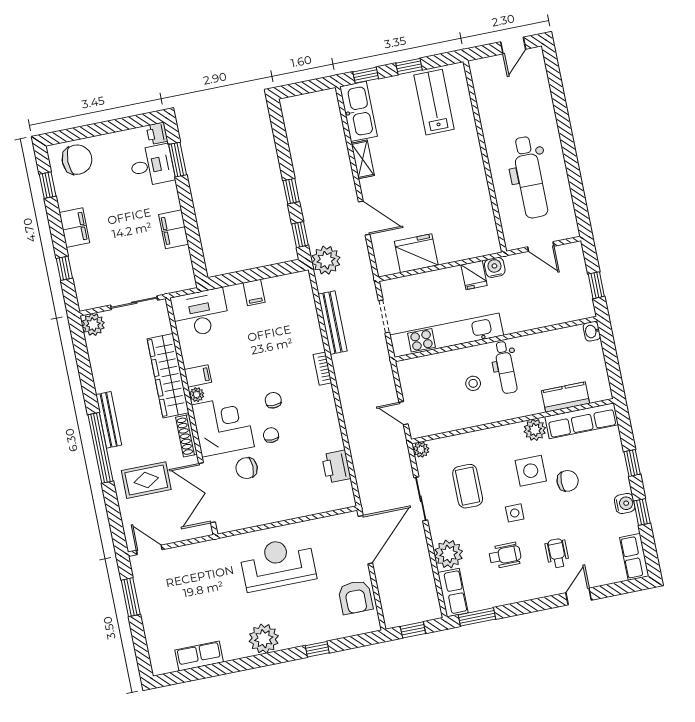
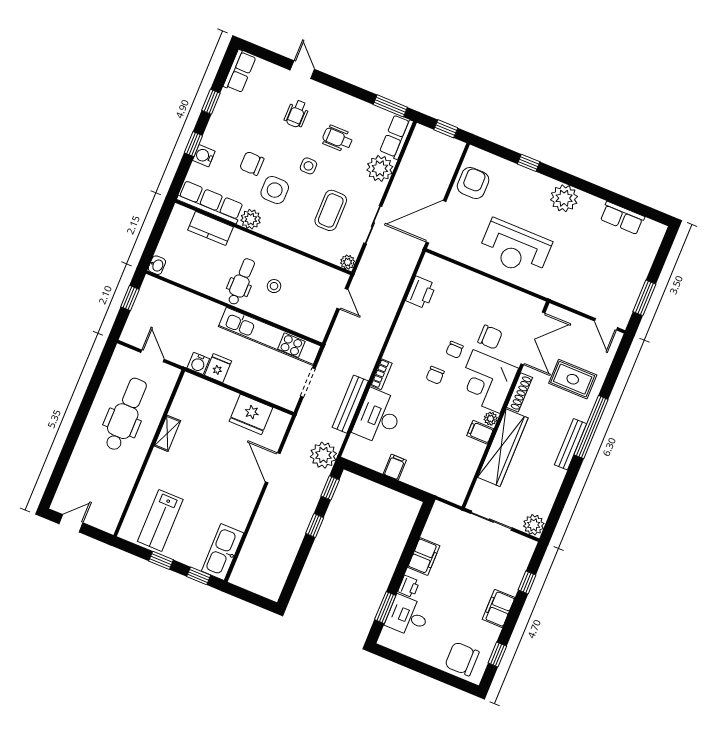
printer: (157, 133) -> (409, 586), moved
shelving: (363, 159) -> (167, 433), moved
desk: (200, 313) -> (378, 417), moved, turned 90
water cooler: (625, 504) -> (204, 156), moved
door: (579, 596) -> (302, 70), swing flipped

